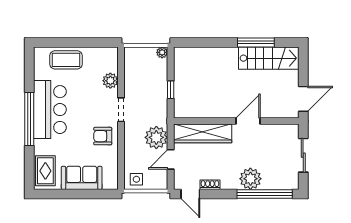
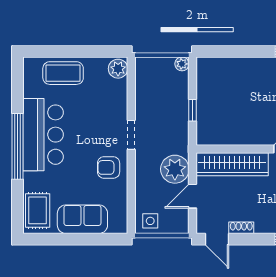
plant: (110, 81) -> (118, 69), moved

